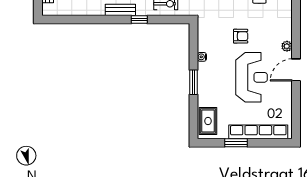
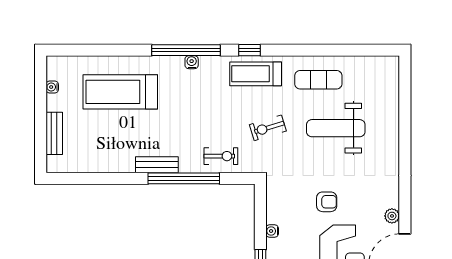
window: (139, 19) -> (184, 178), width x3.17

